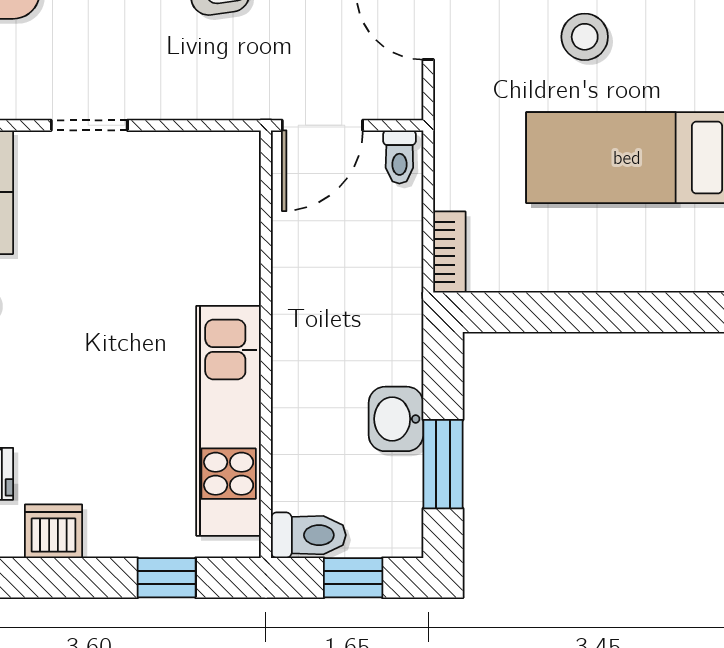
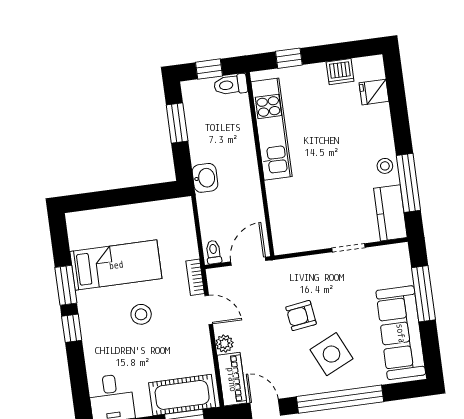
bookcase: (449, 252) -> (195, 277), moved
washbasin: (396, 419) -> (205, 178), moved

